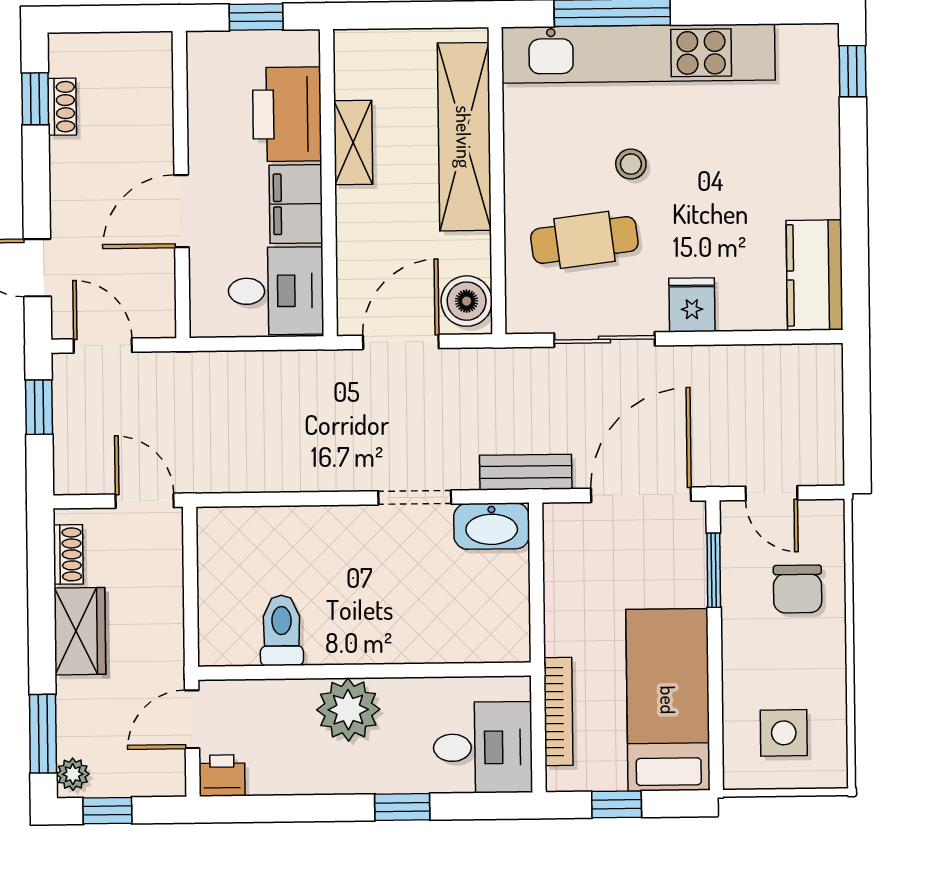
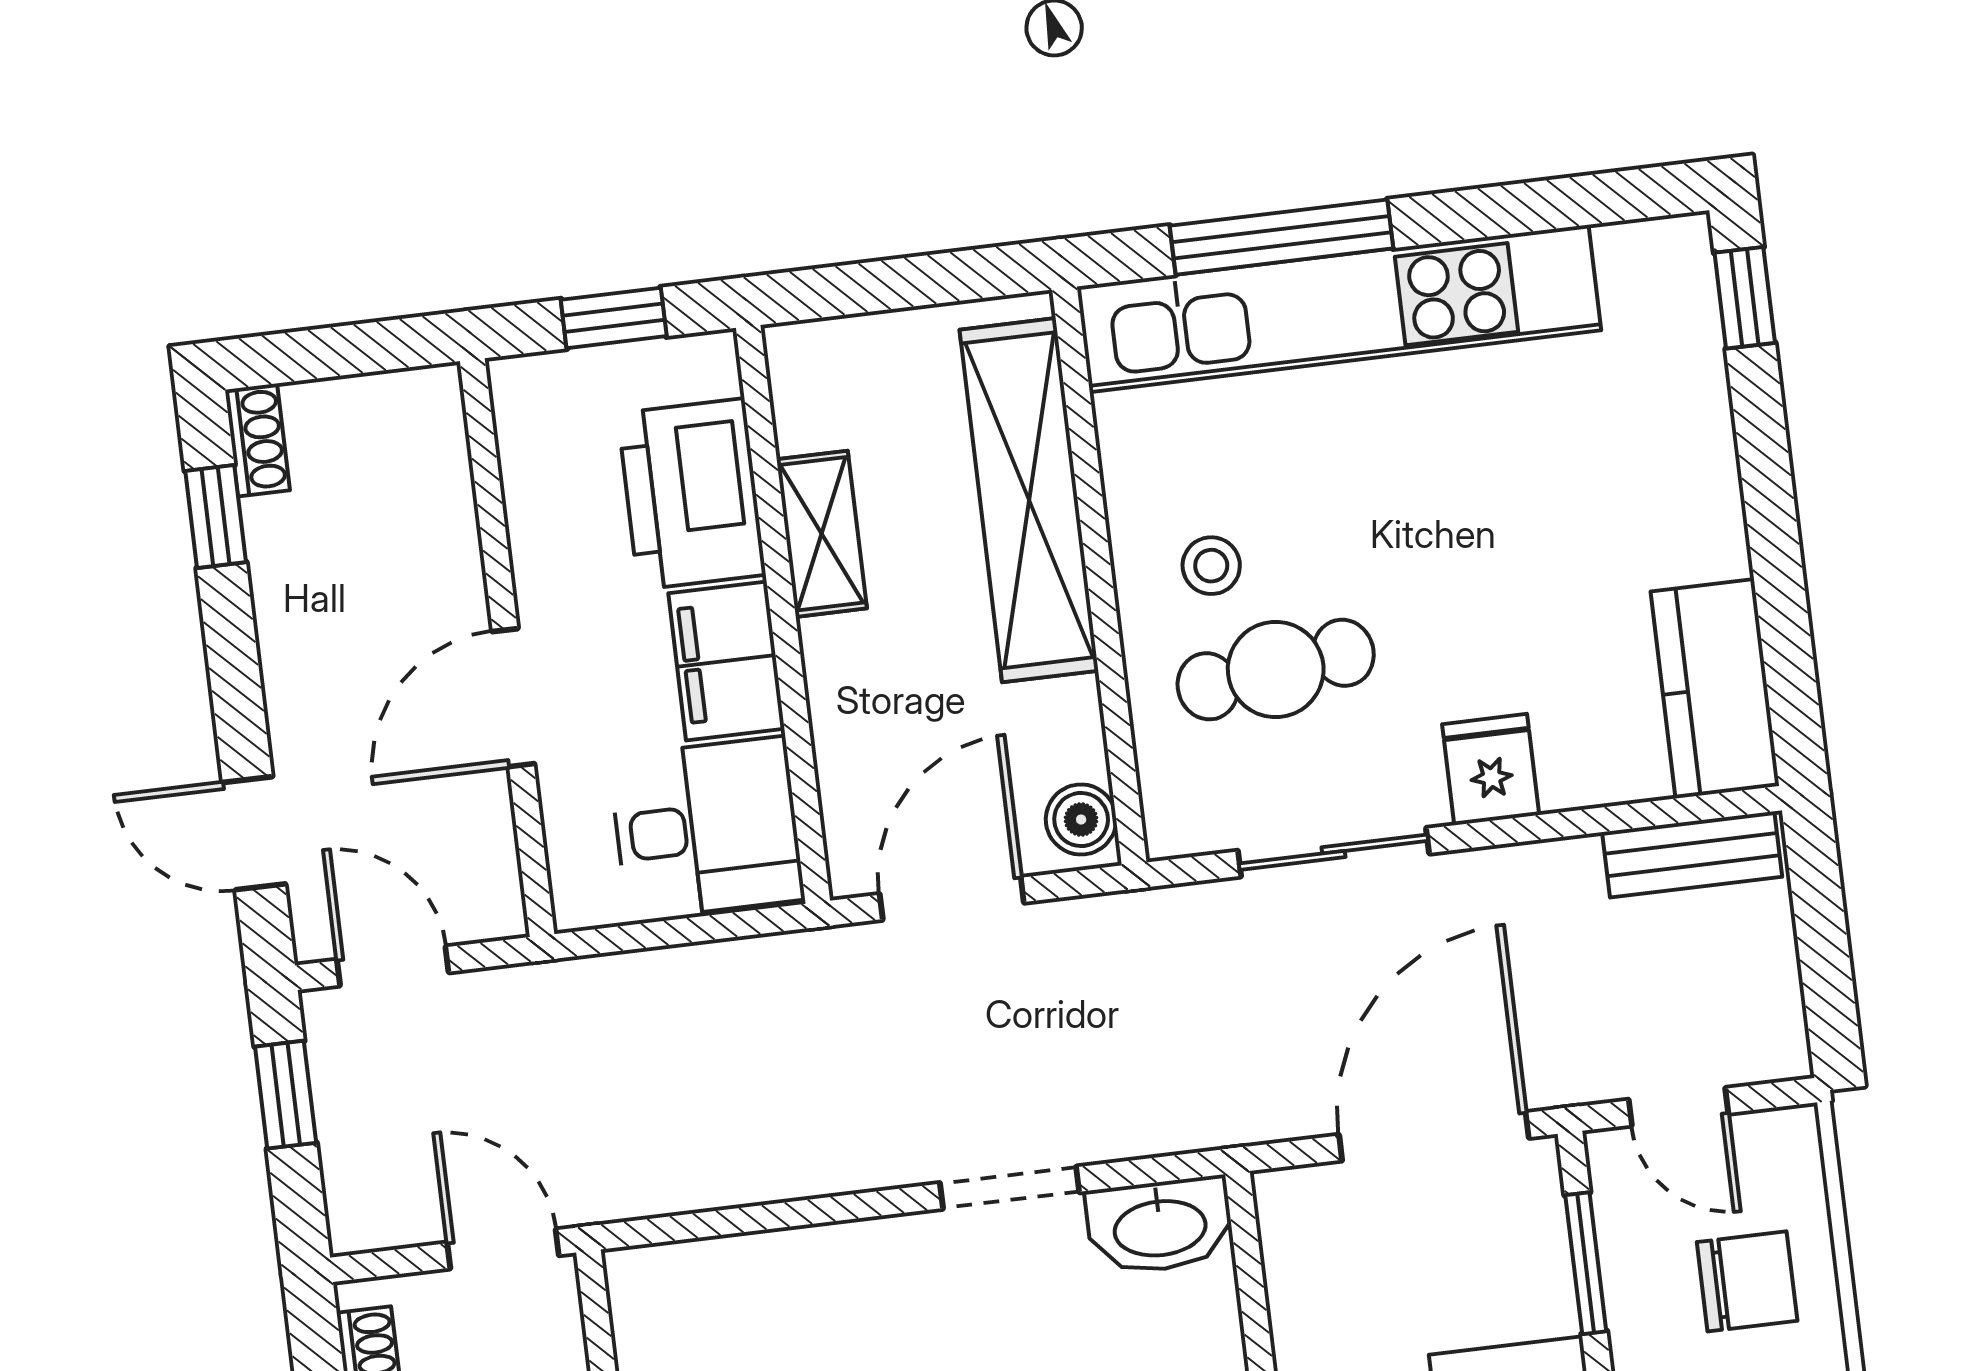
shoe rack: (62, 107) -> (257, 440), moved
stool: (631, 164) -> (1211, 566), moved
boiler: (467, 301) -> (1081, 819), width x0.73, depth x0.73
bench: (526, 472) -> (1692, 854), moved
chair: (798, 589) -> (1747, 1281), turned -90

